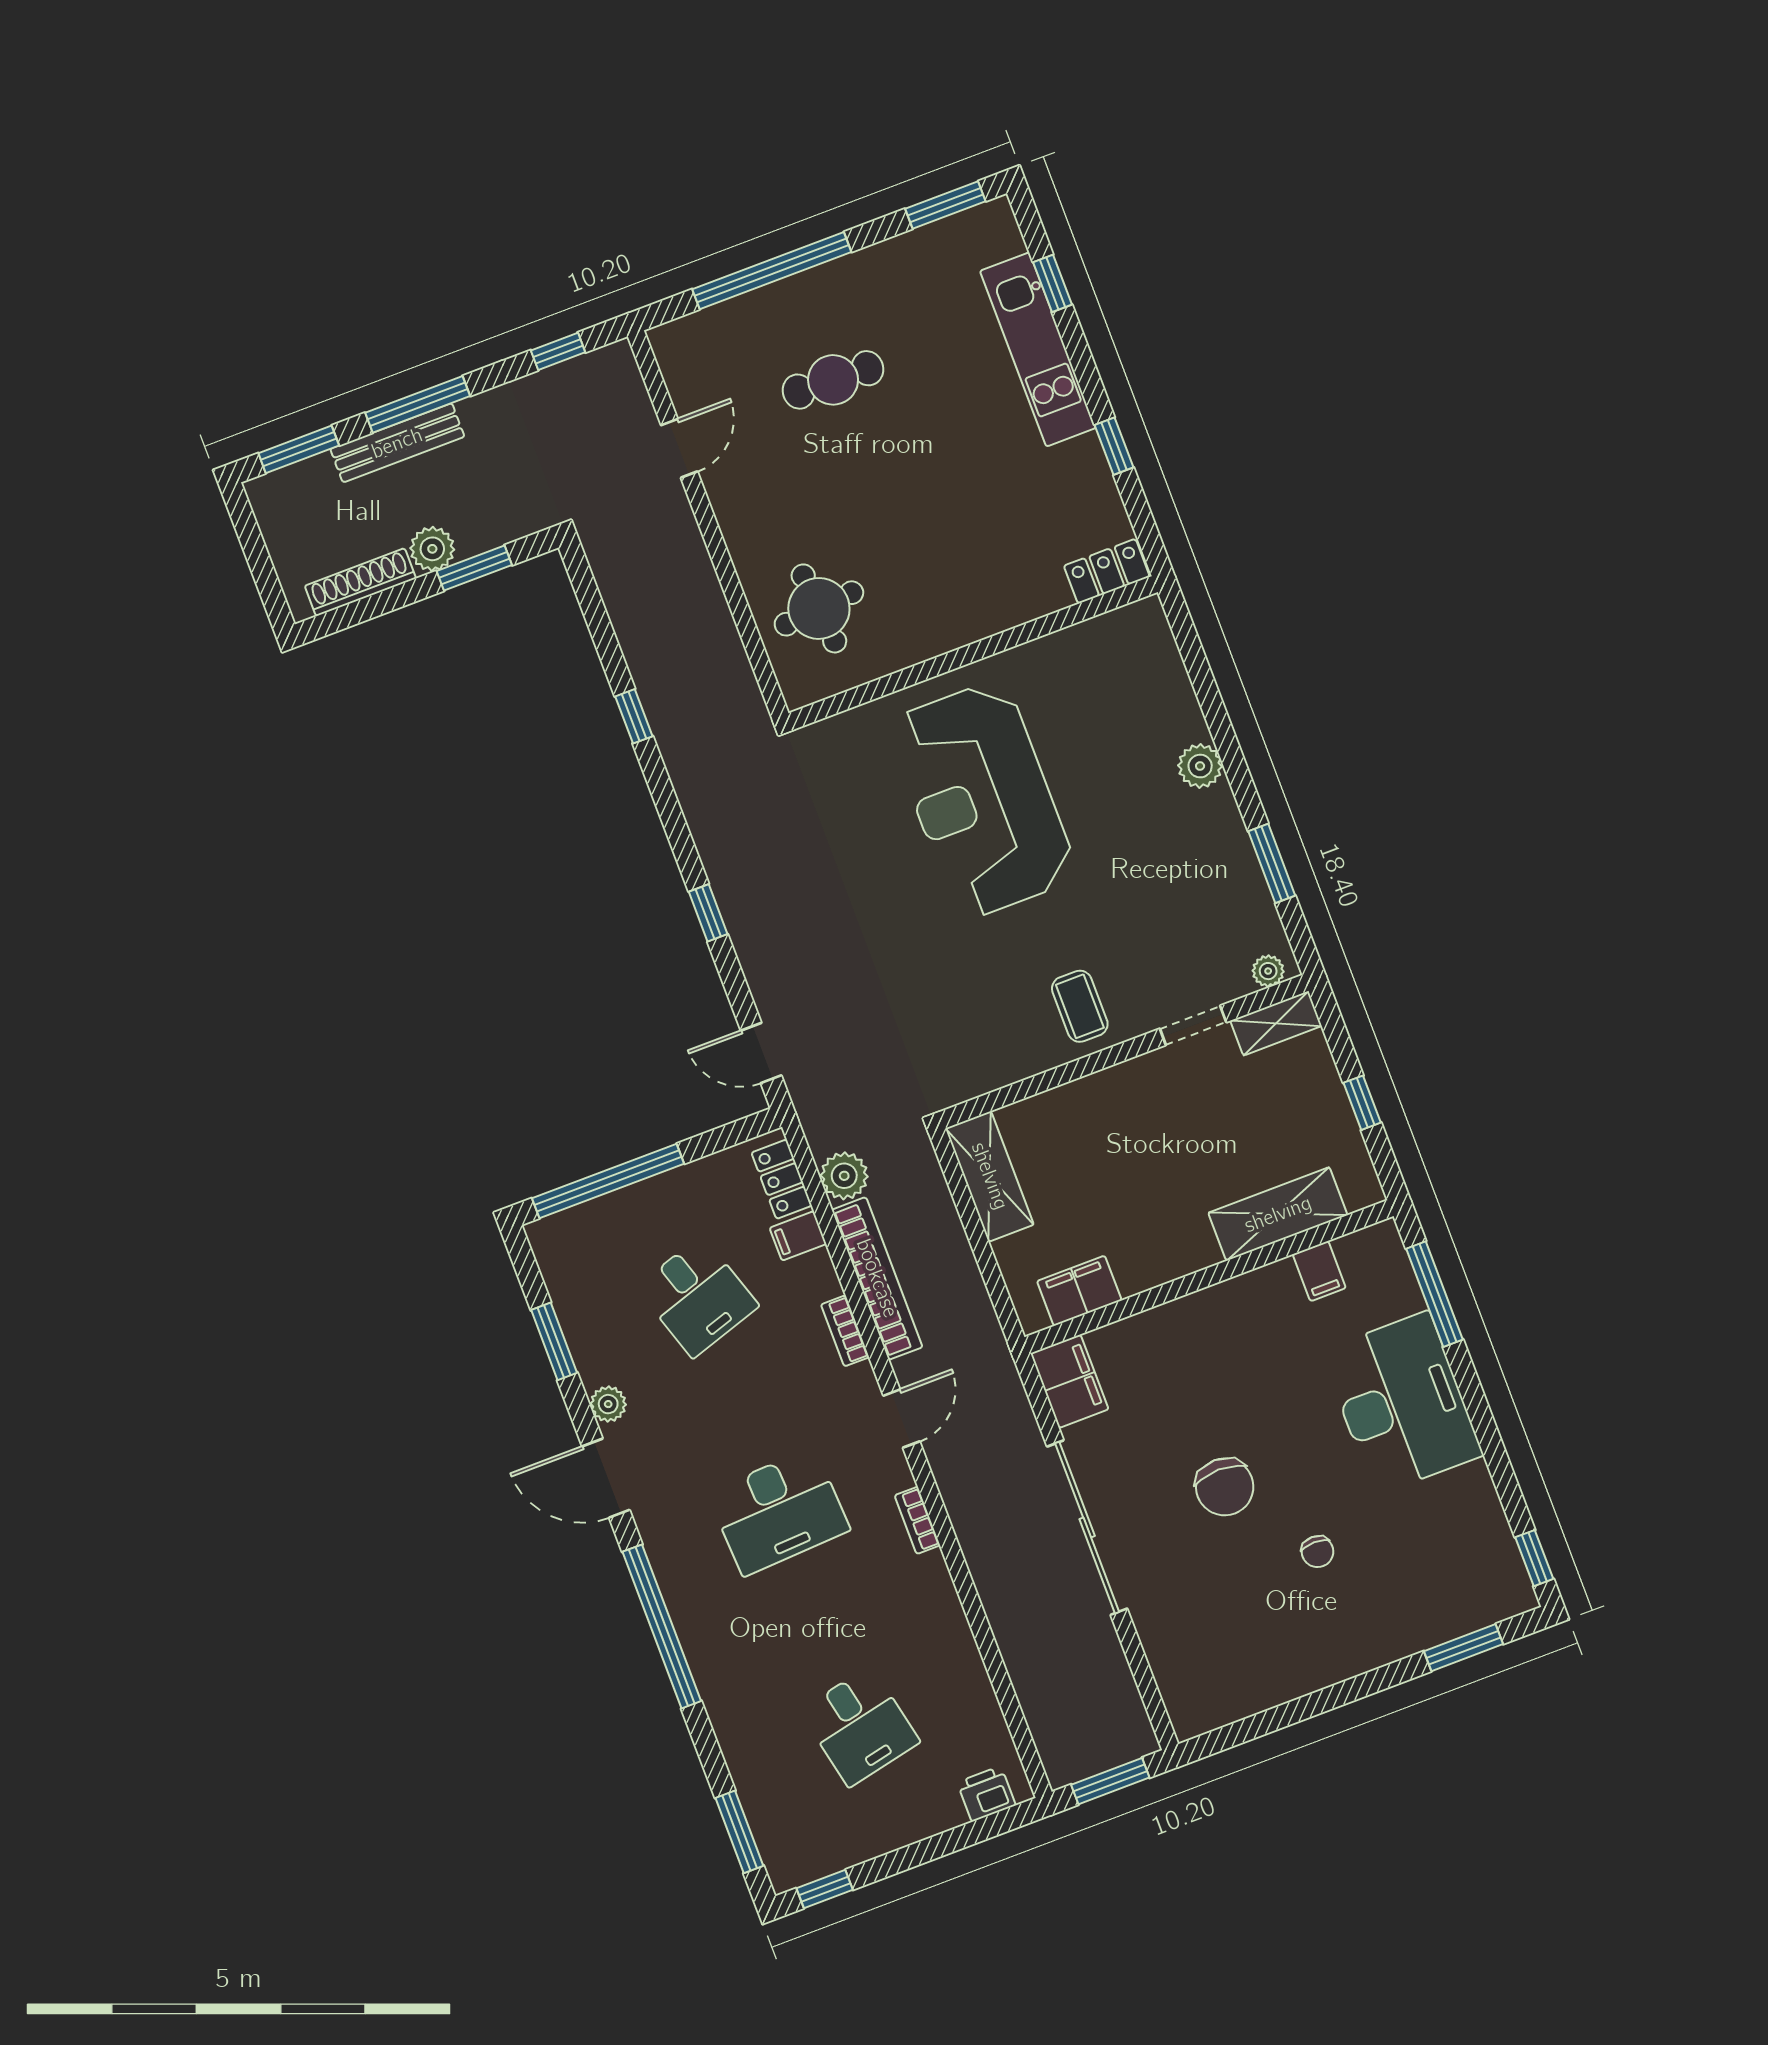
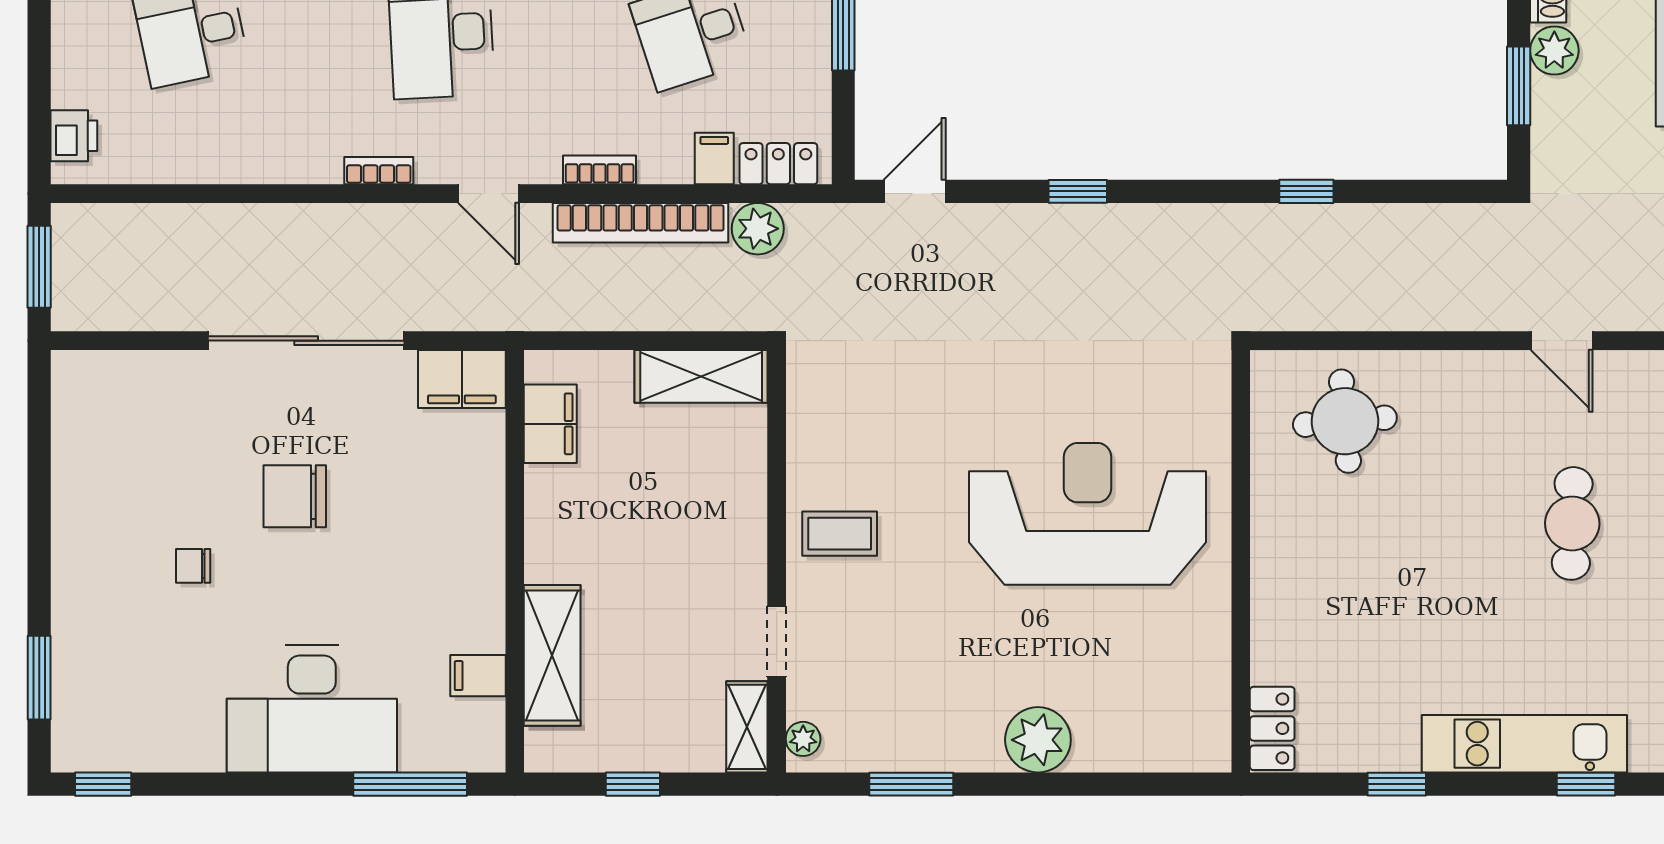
plant: (1200, 766) -> (1038, 740), width x1.36, depth x1.36

